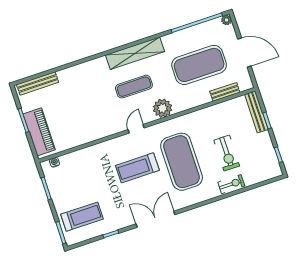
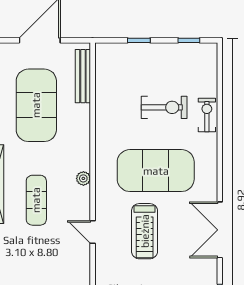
bench: (225, 92) -> (83, 76), width x1.36
plant: (162, 108) -> (83, 178), width x0.53, depth x0.53
bench: (256, 112) -> (123, 51), removed
door: (136, 129) -> (93, 232), moved

